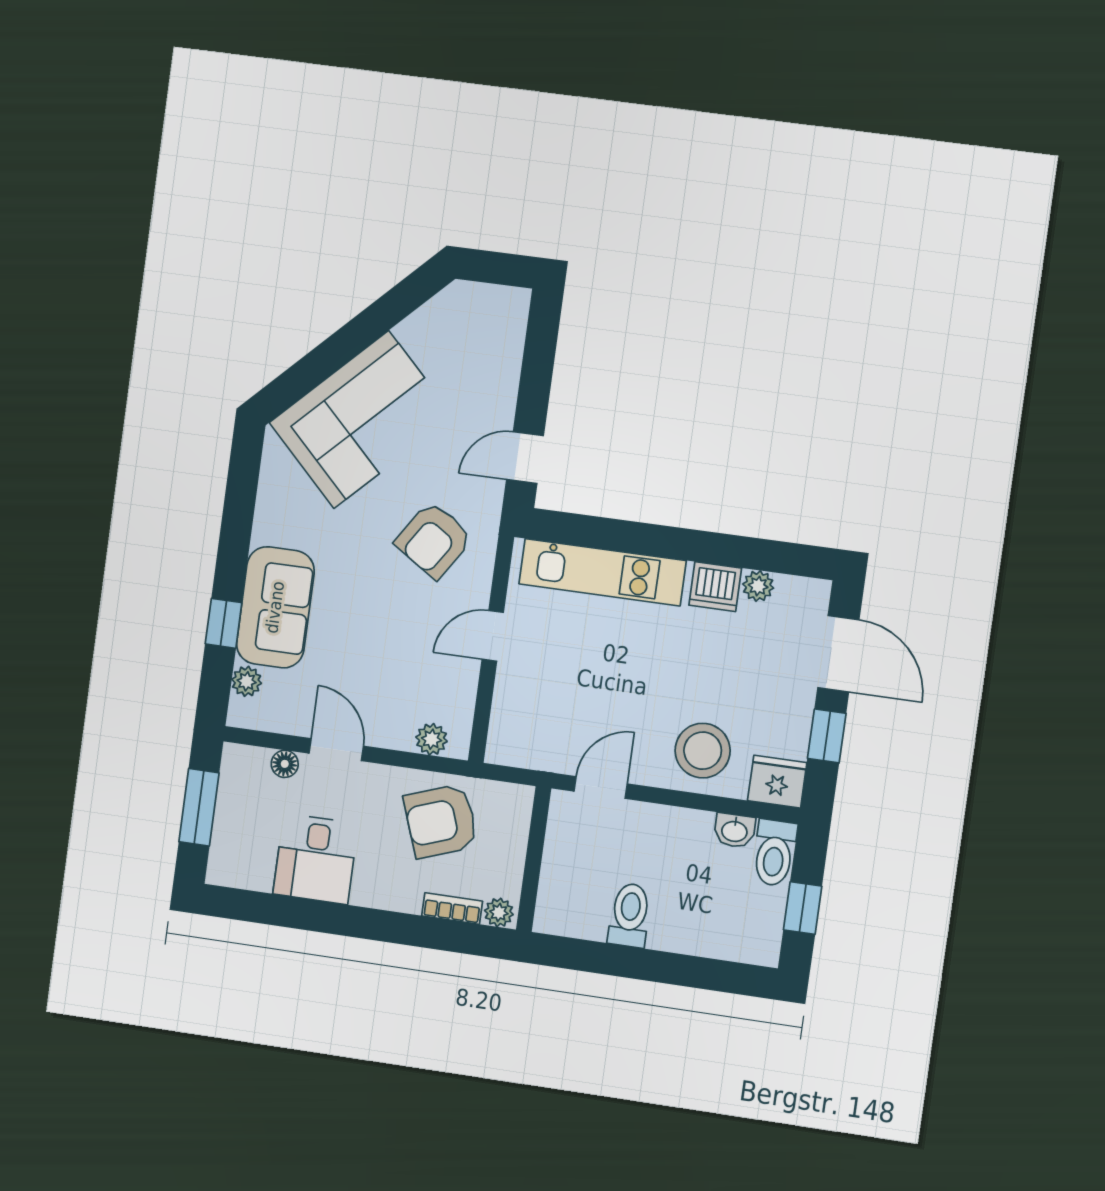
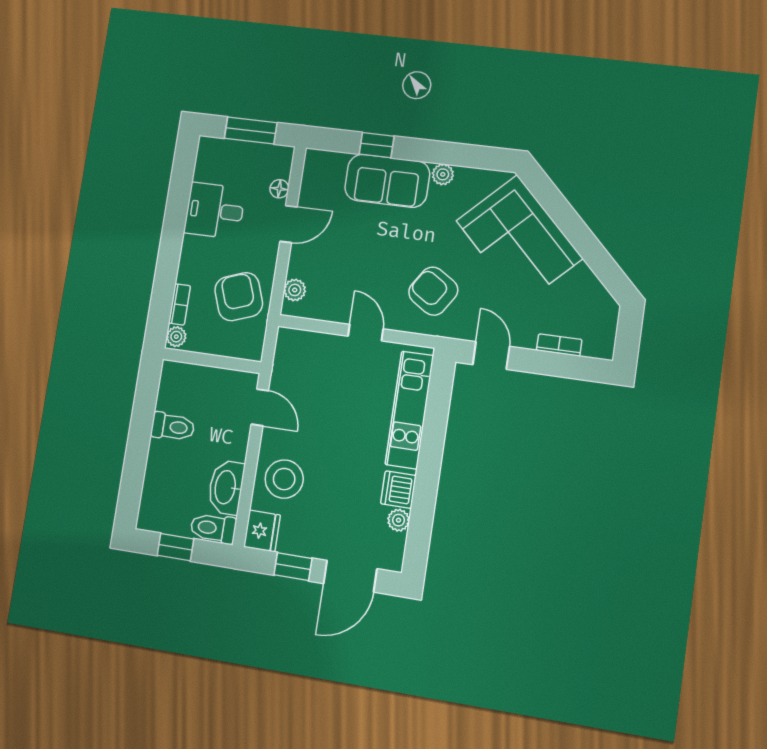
bookcase: (510, 363) -> (559, 345), added
plant: (247, 681) -> (443, 174), moved
washbasin: (734, 831) -> (226, 487), width x1.91, depth x1.45

